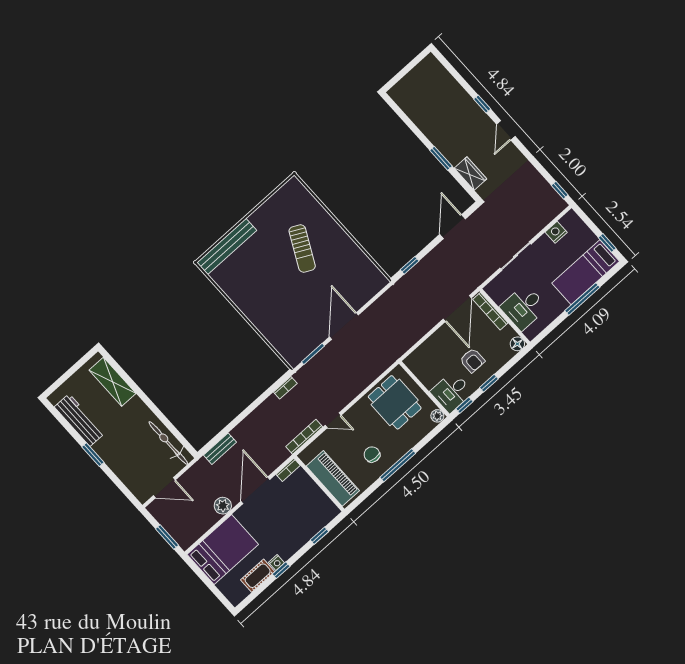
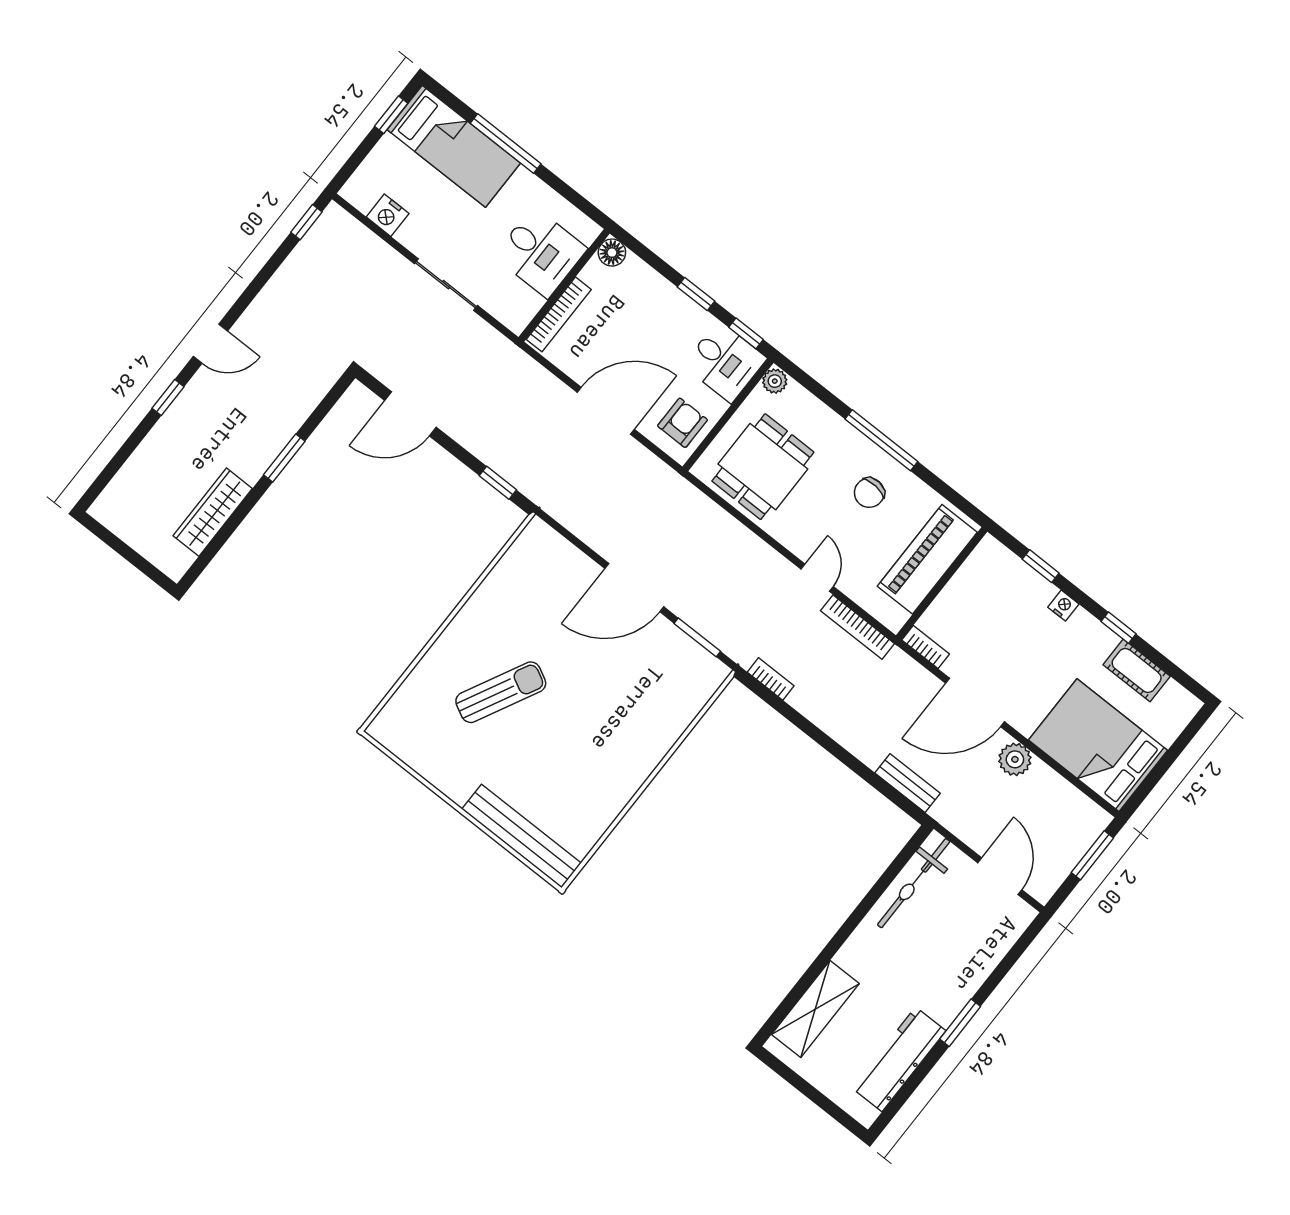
wardrobe: (470, 173) -> (213, 512), moved, width x1.50
door: (457, 309) -> (606, 411), moved
armchair: (472, 360) -> (683, 423), moved
nightstand: (277, 563) -> (1063, 606), moved

